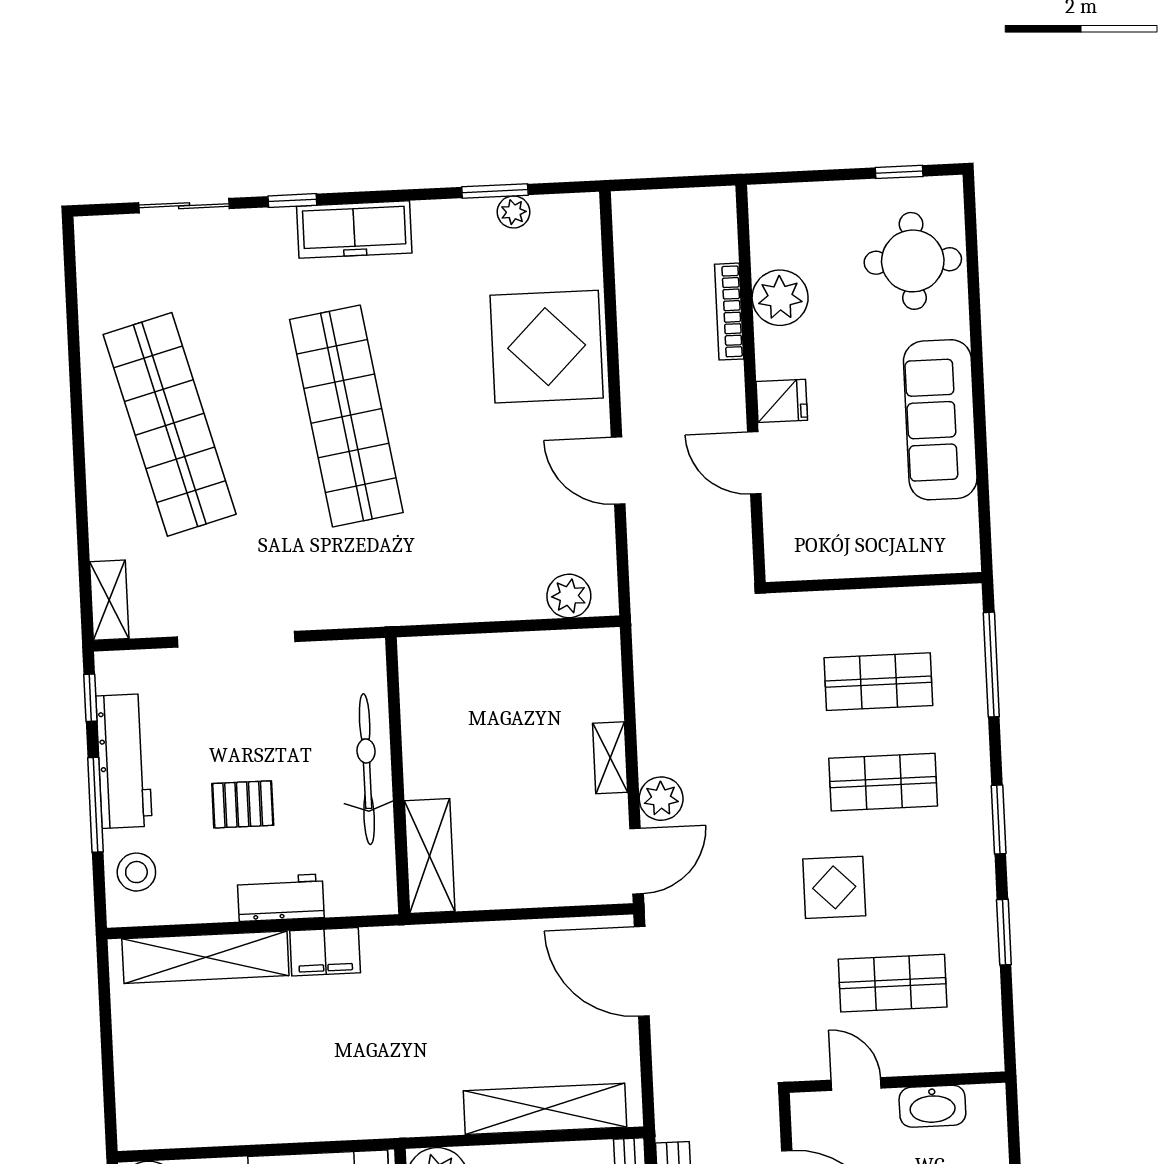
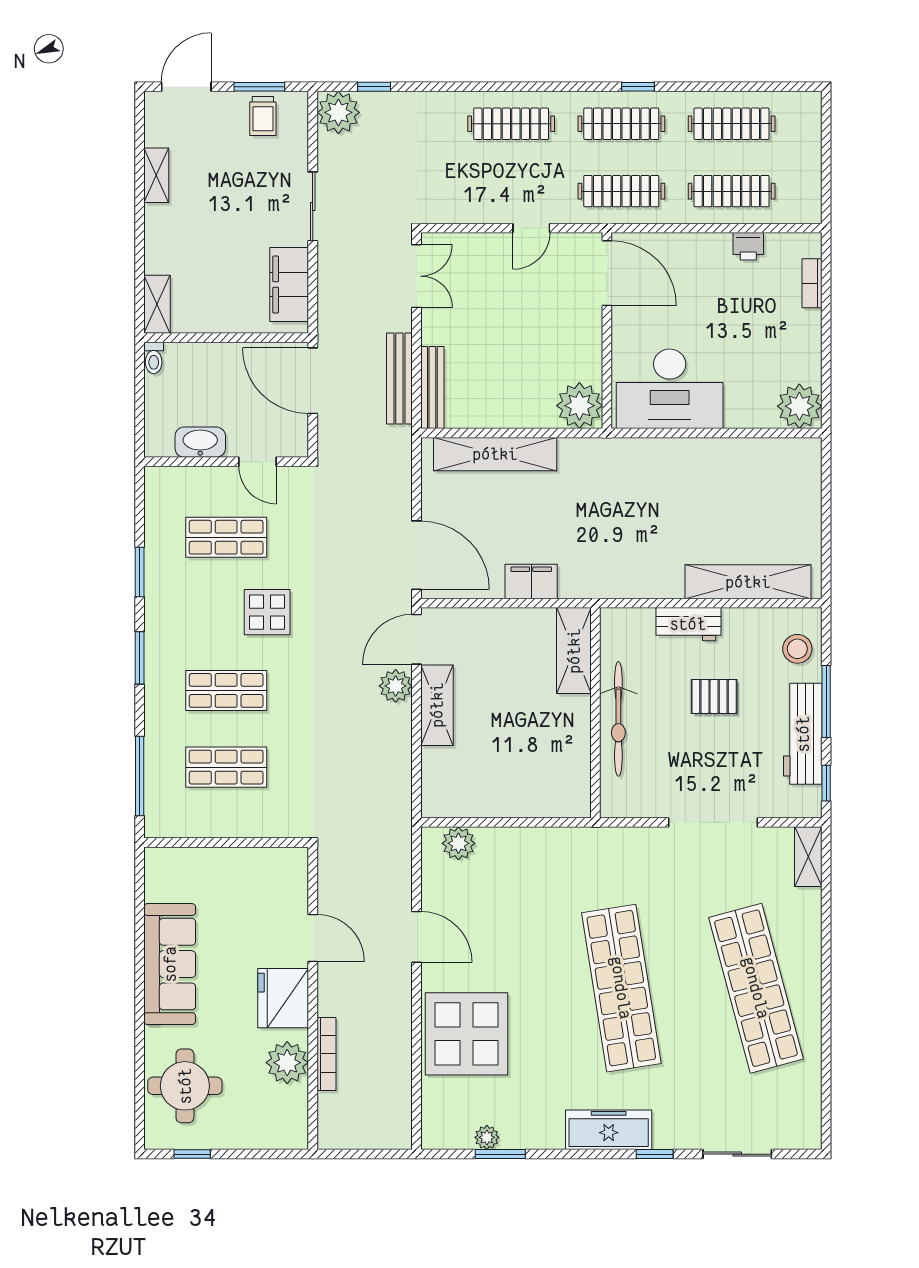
fridge: (782, 401) -> (283, 998), width x1.88, depth x1.34
shelving: (610, 758) -> (437, 705), width x1.50, depth x1.33
filing cabinet: (325, 952) -> (531, 581), moved

